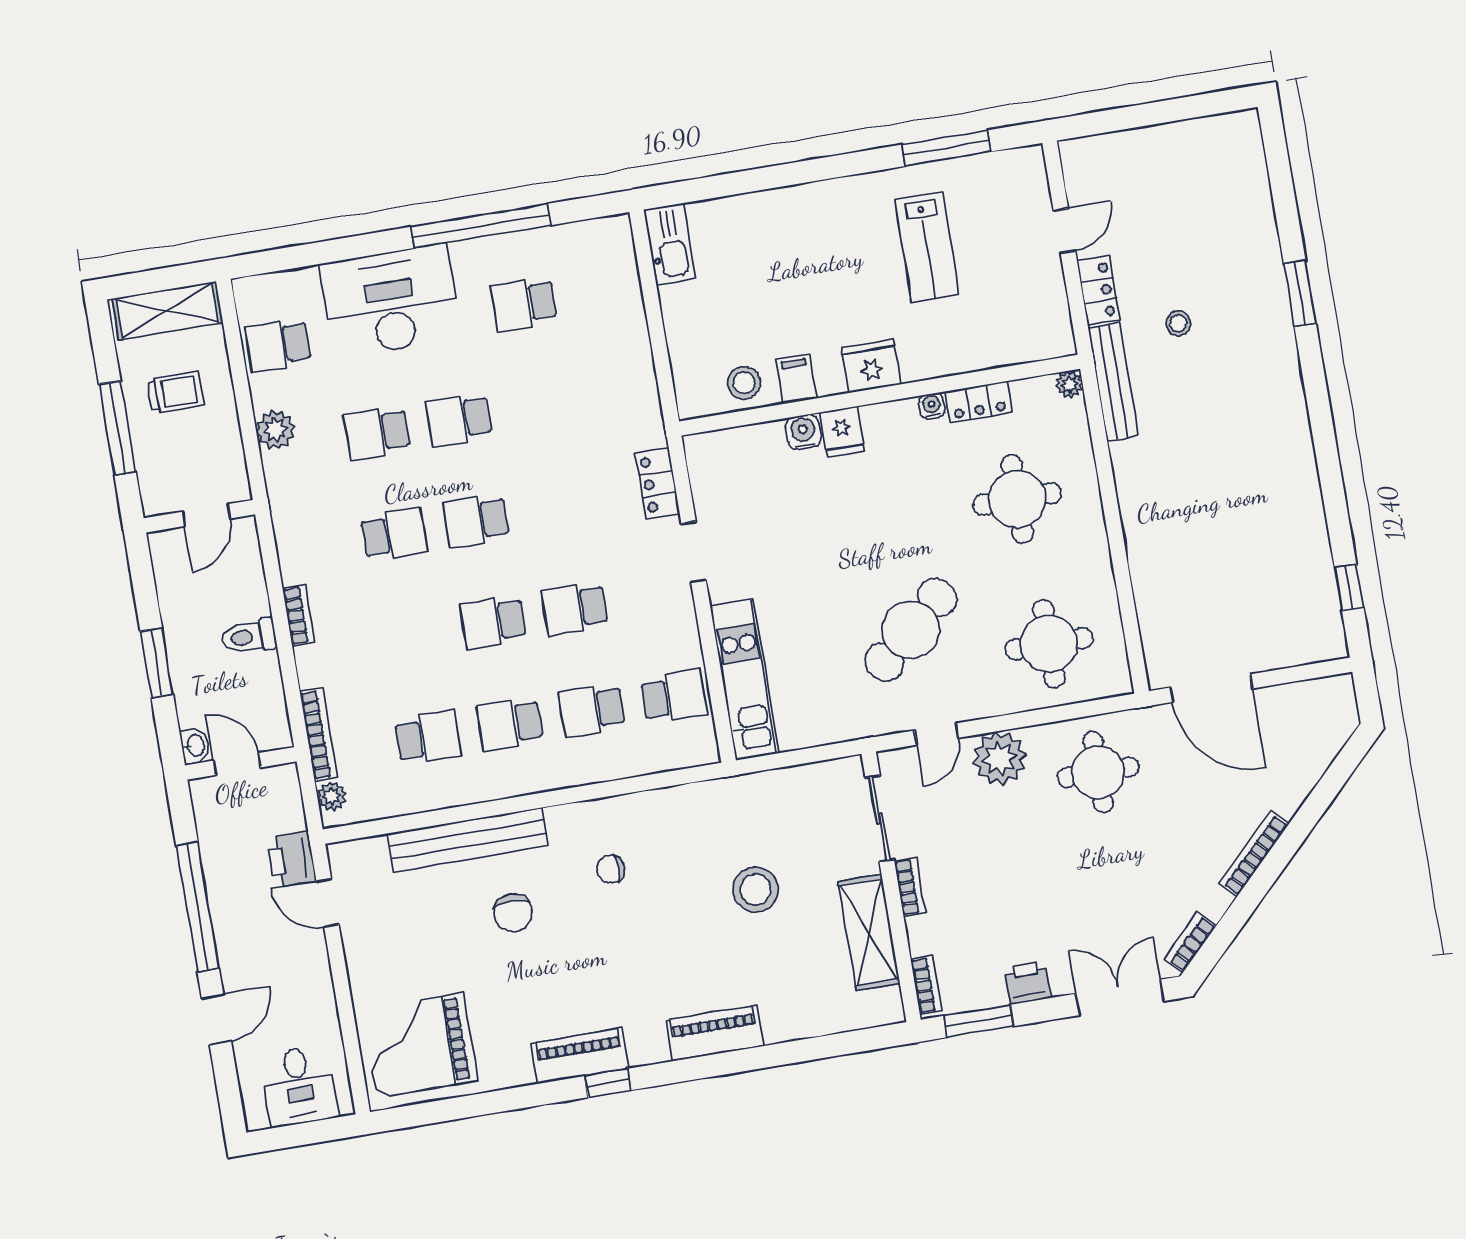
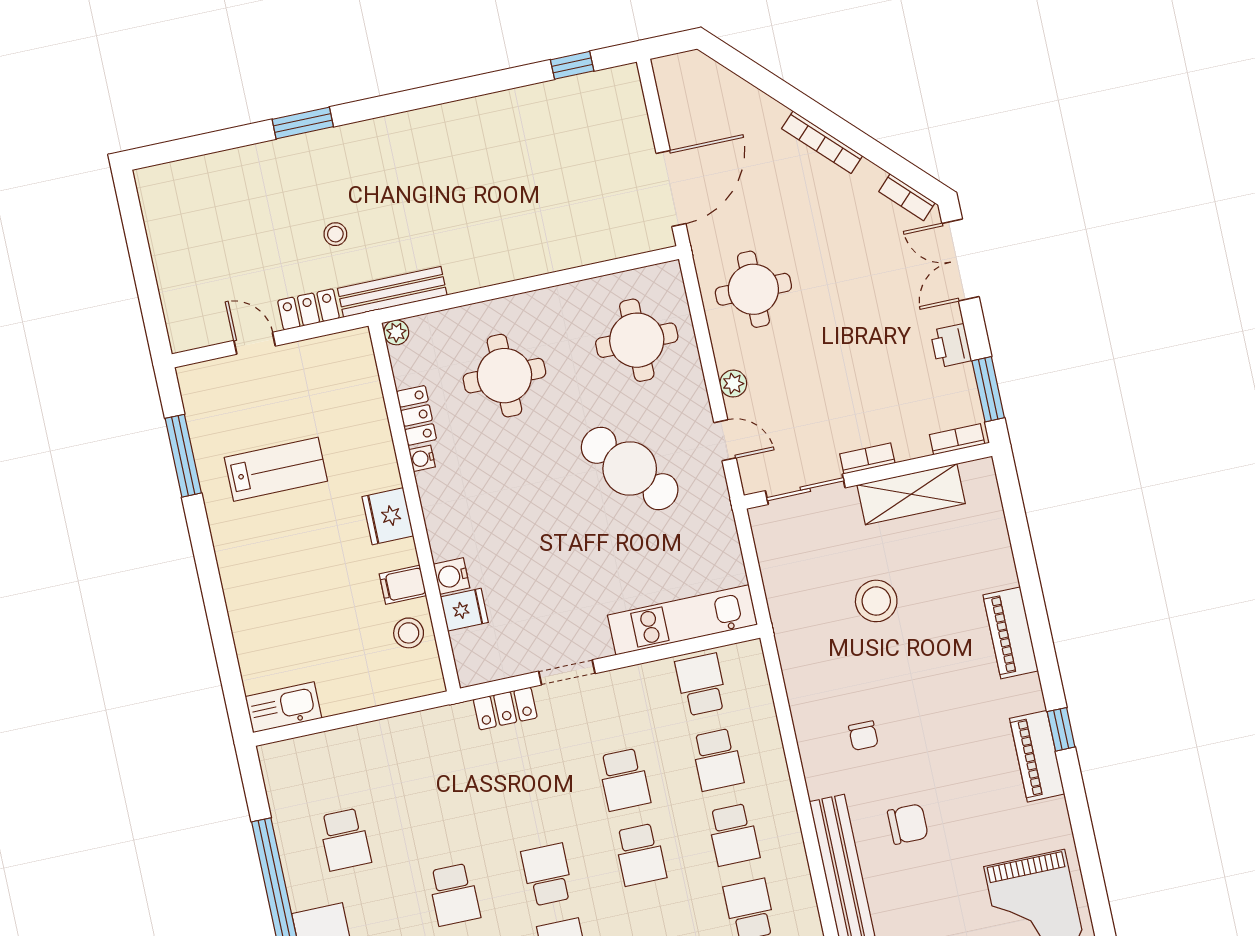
fridge: (842, 432) -> (464, 610), moved
school desk: (476, 521) -> (547, 875), turned 180
plant: (1000, 758) -> (733, 384), width x0.53, depth x0.53

